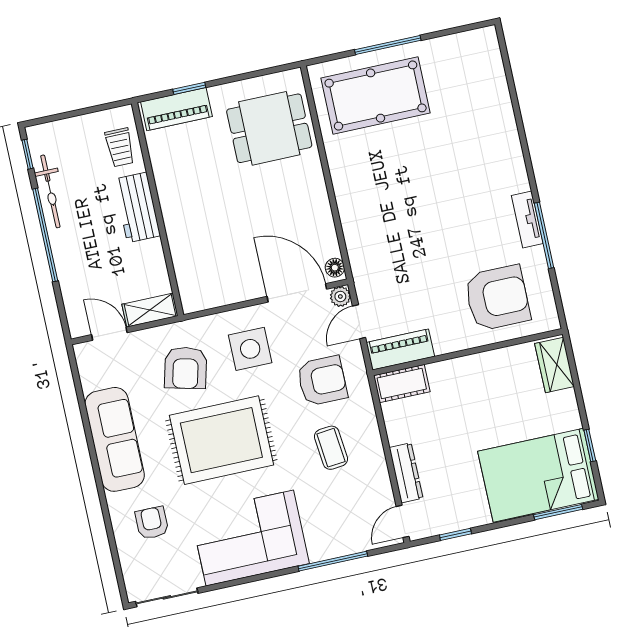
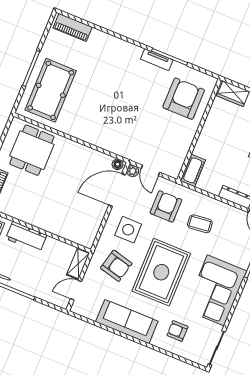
piano: (400, 350) -> (73, 27), moved, turned -90

